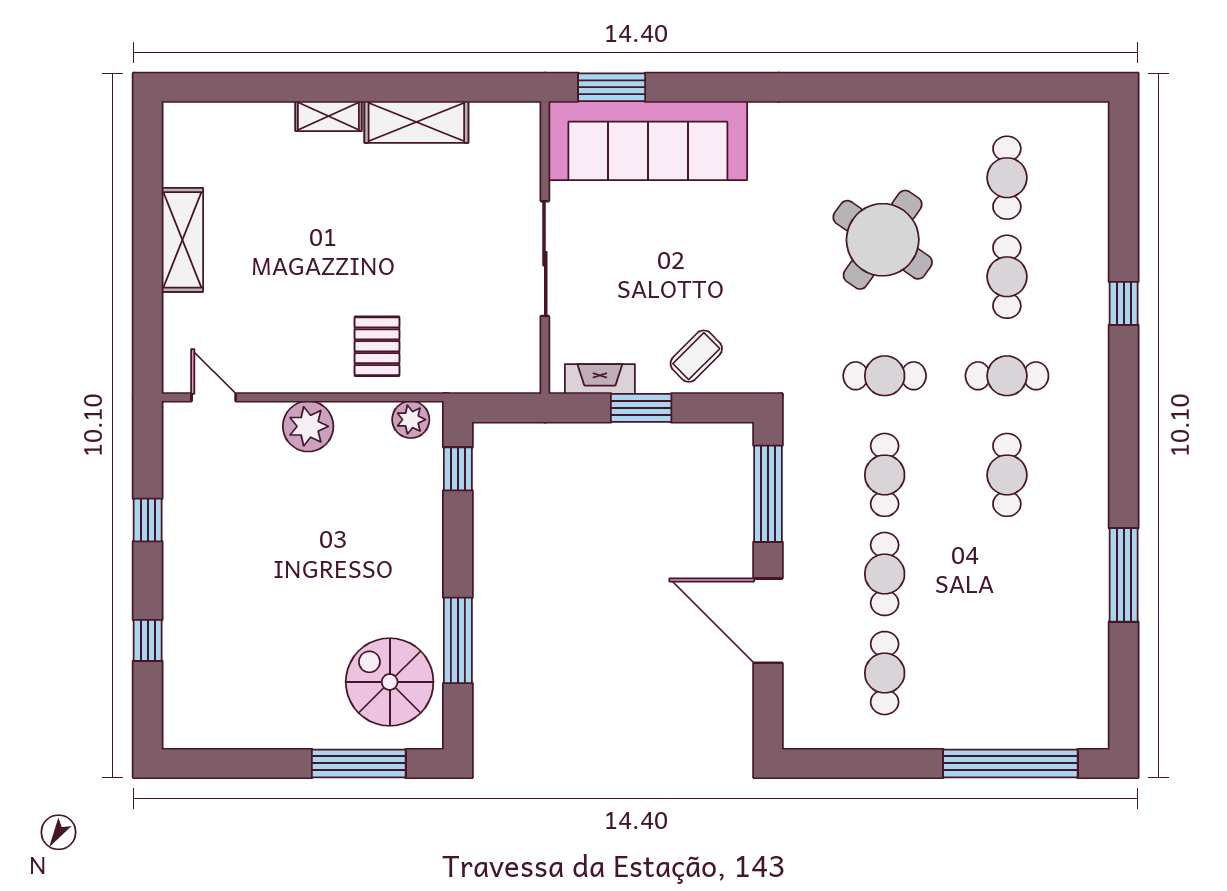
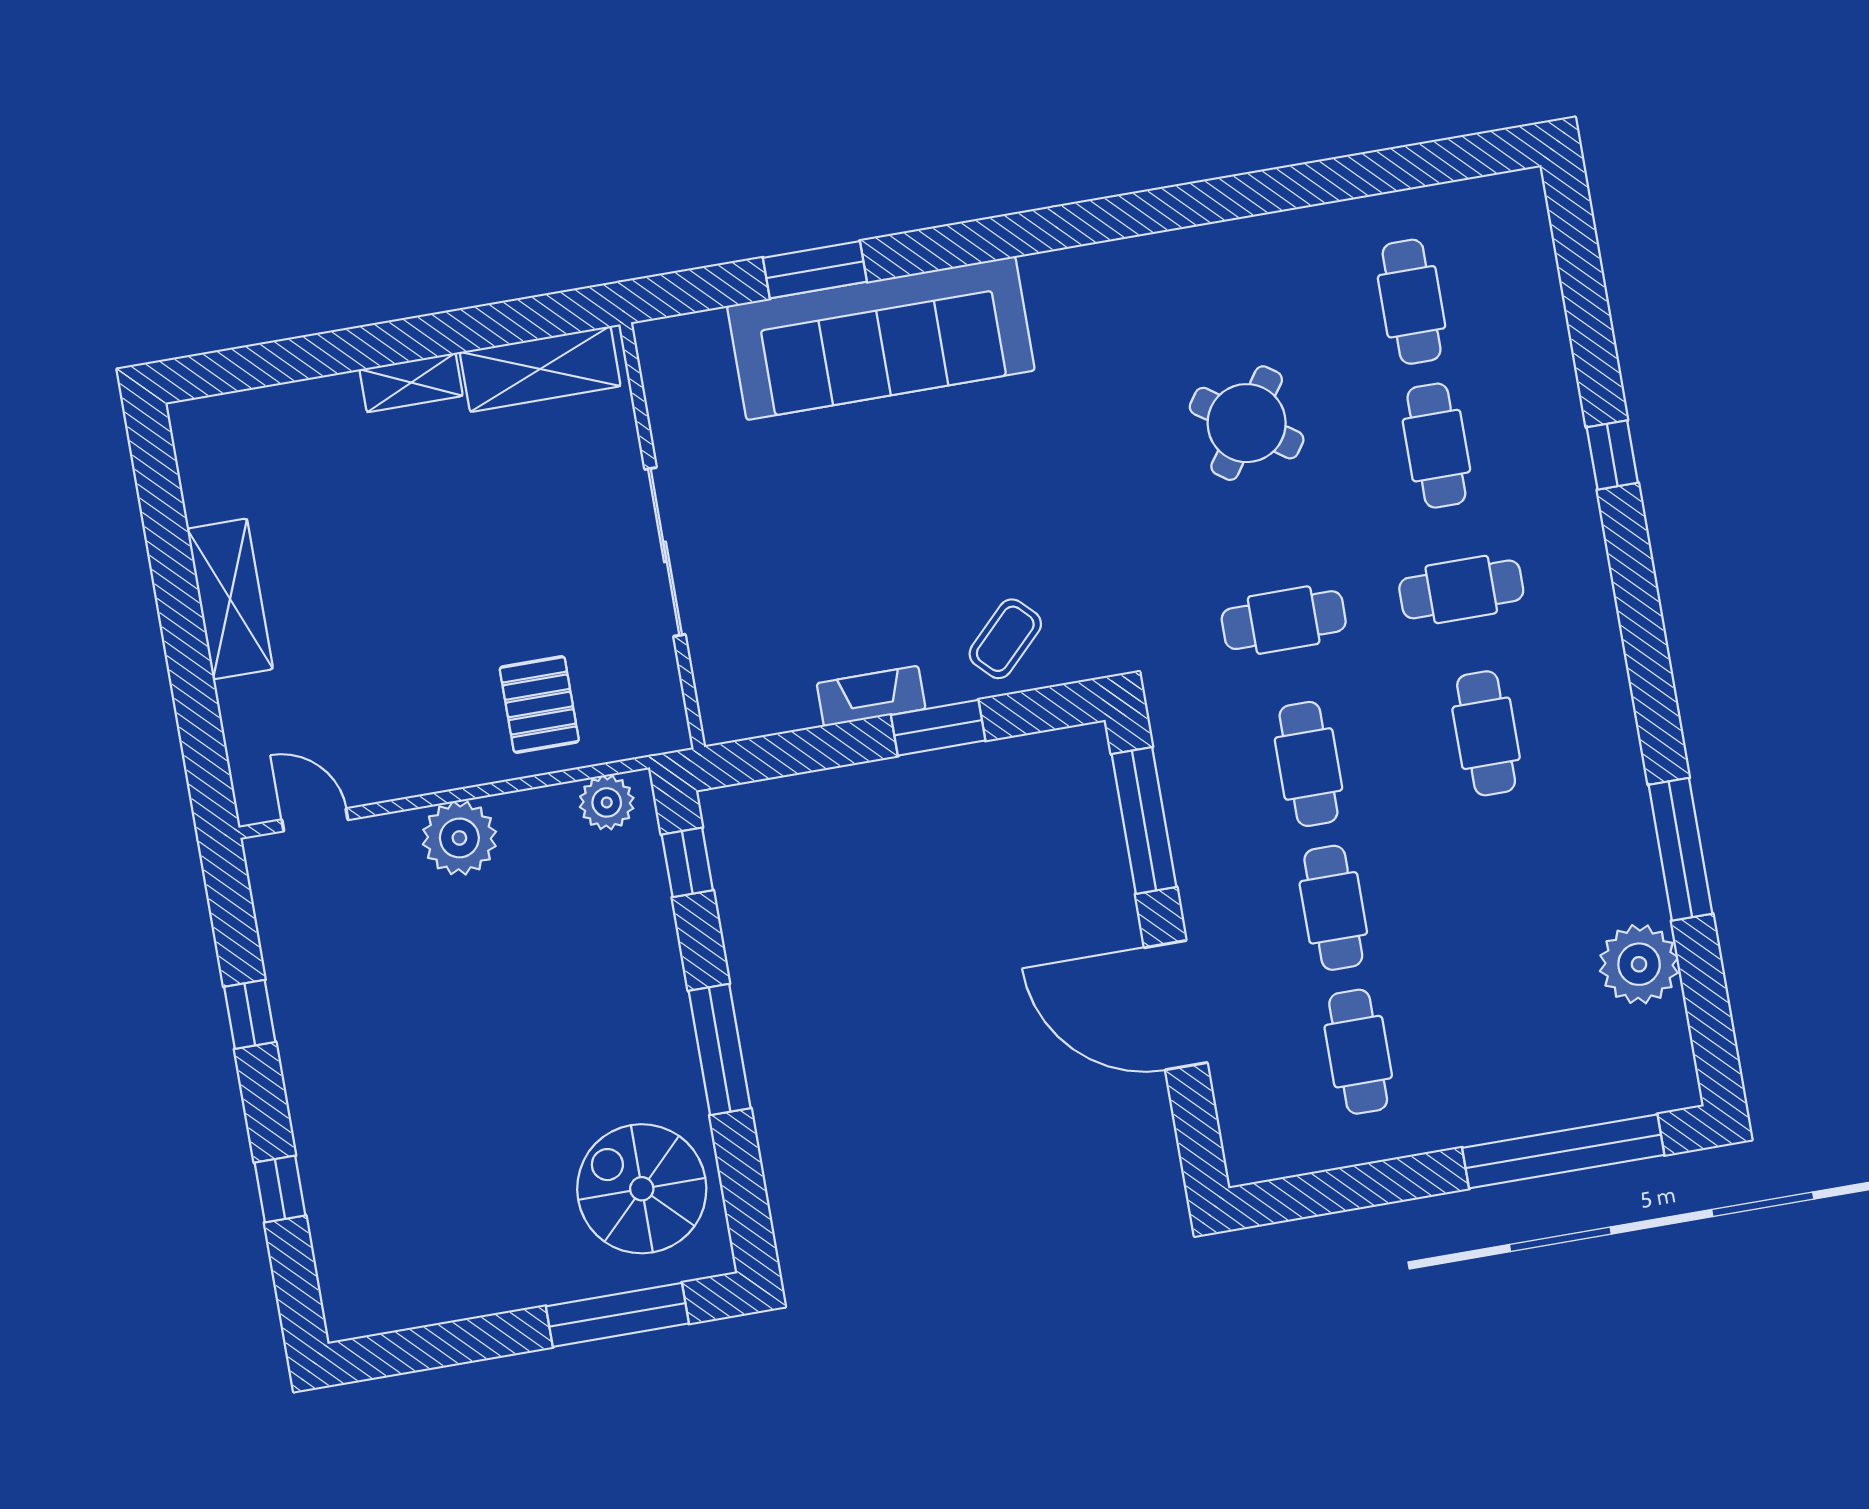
round table: (883, 240) -> (1247, 423), width x0.73, depth x0.73
wall: (545, 248) -> (662, 536), moved
sliding door: (545, 259) -> (665, 552), moved
window: (458, 640) -> (720, 1049), moved
plant: (1083, 647) -> (1639, 964), added

